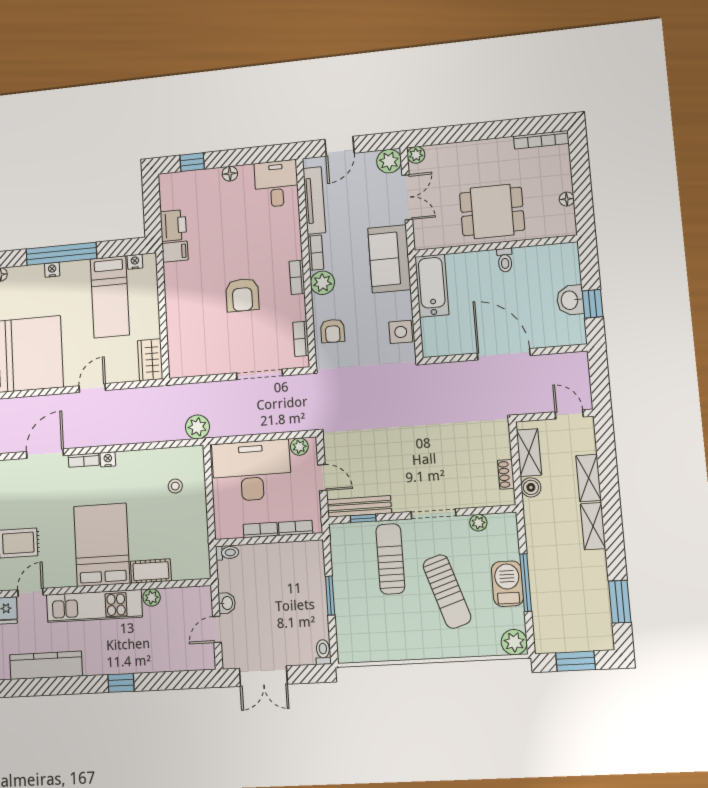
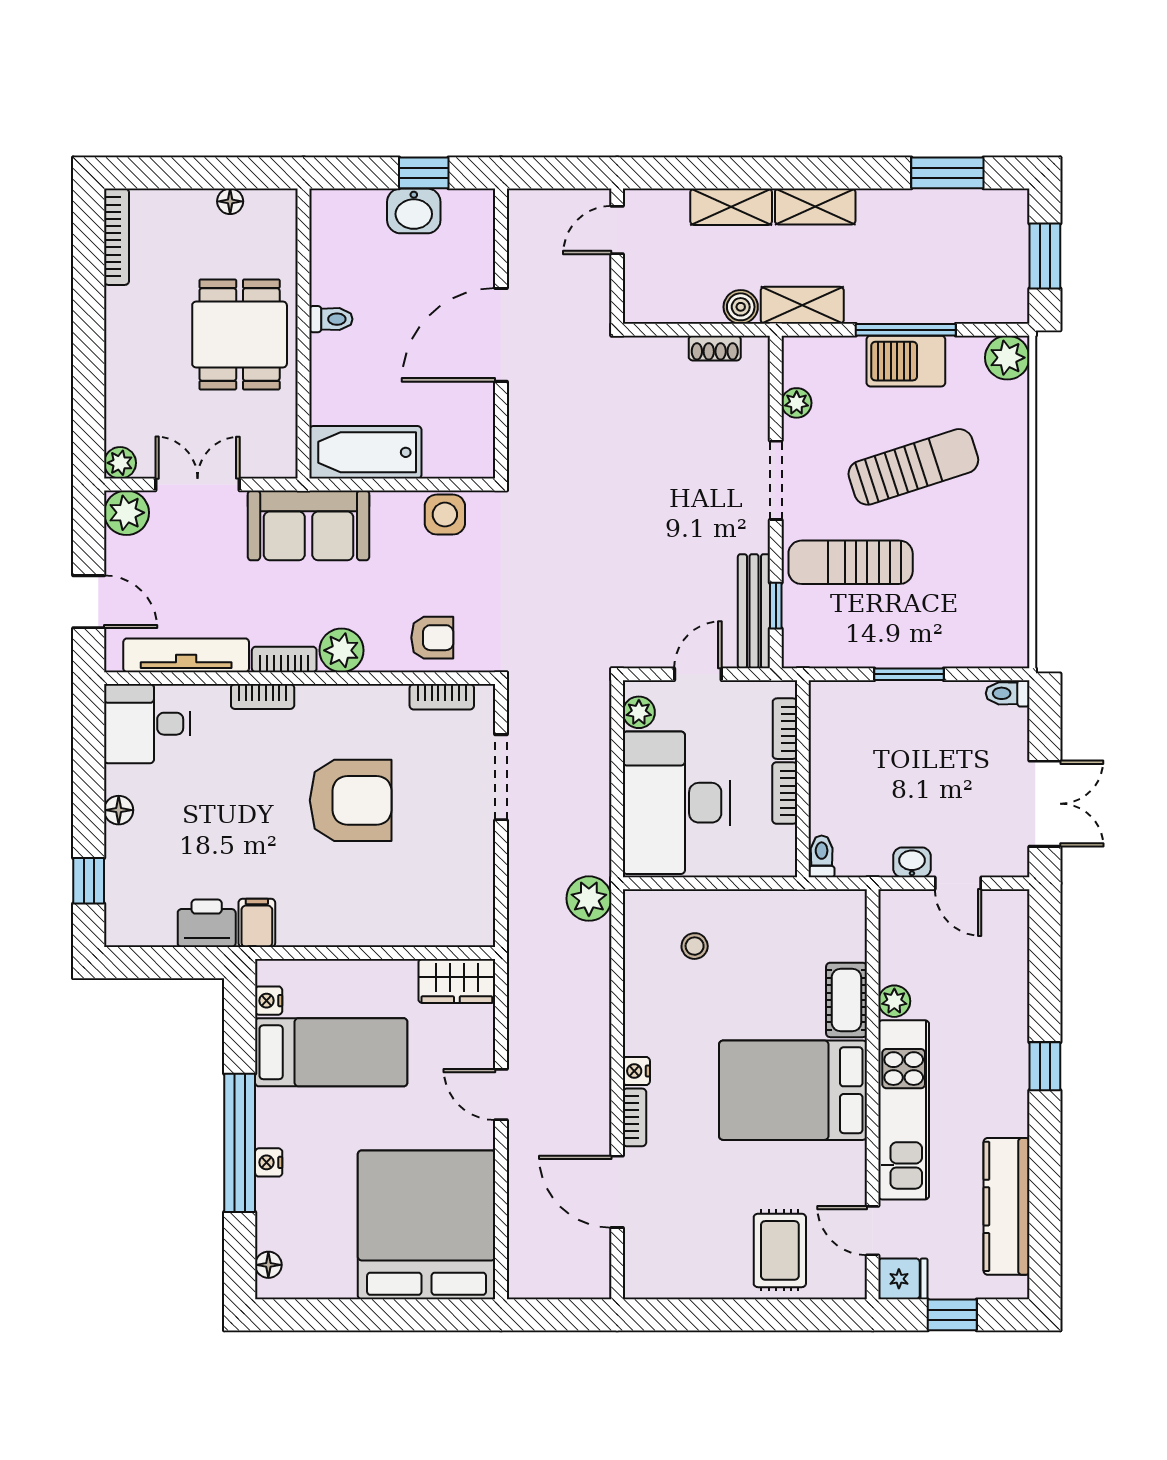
bookcase: (297, 277) -> (263, 697), moved
armchair: (242, 295) -> (351, 800), width x1.36, depth x1.36
shelving: (529, 453) -> (802, 305), moved

